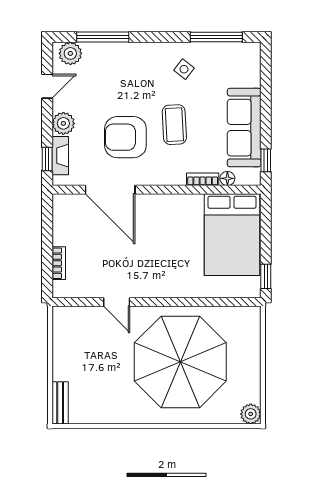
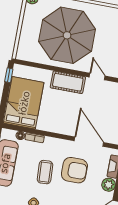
cot: (164, 283) -> (68, 82), added

